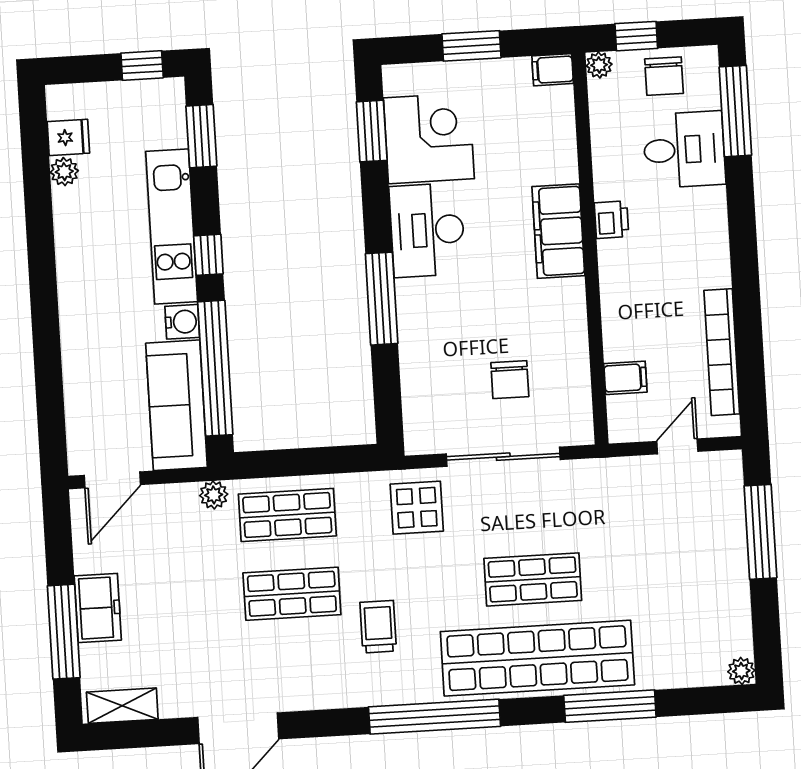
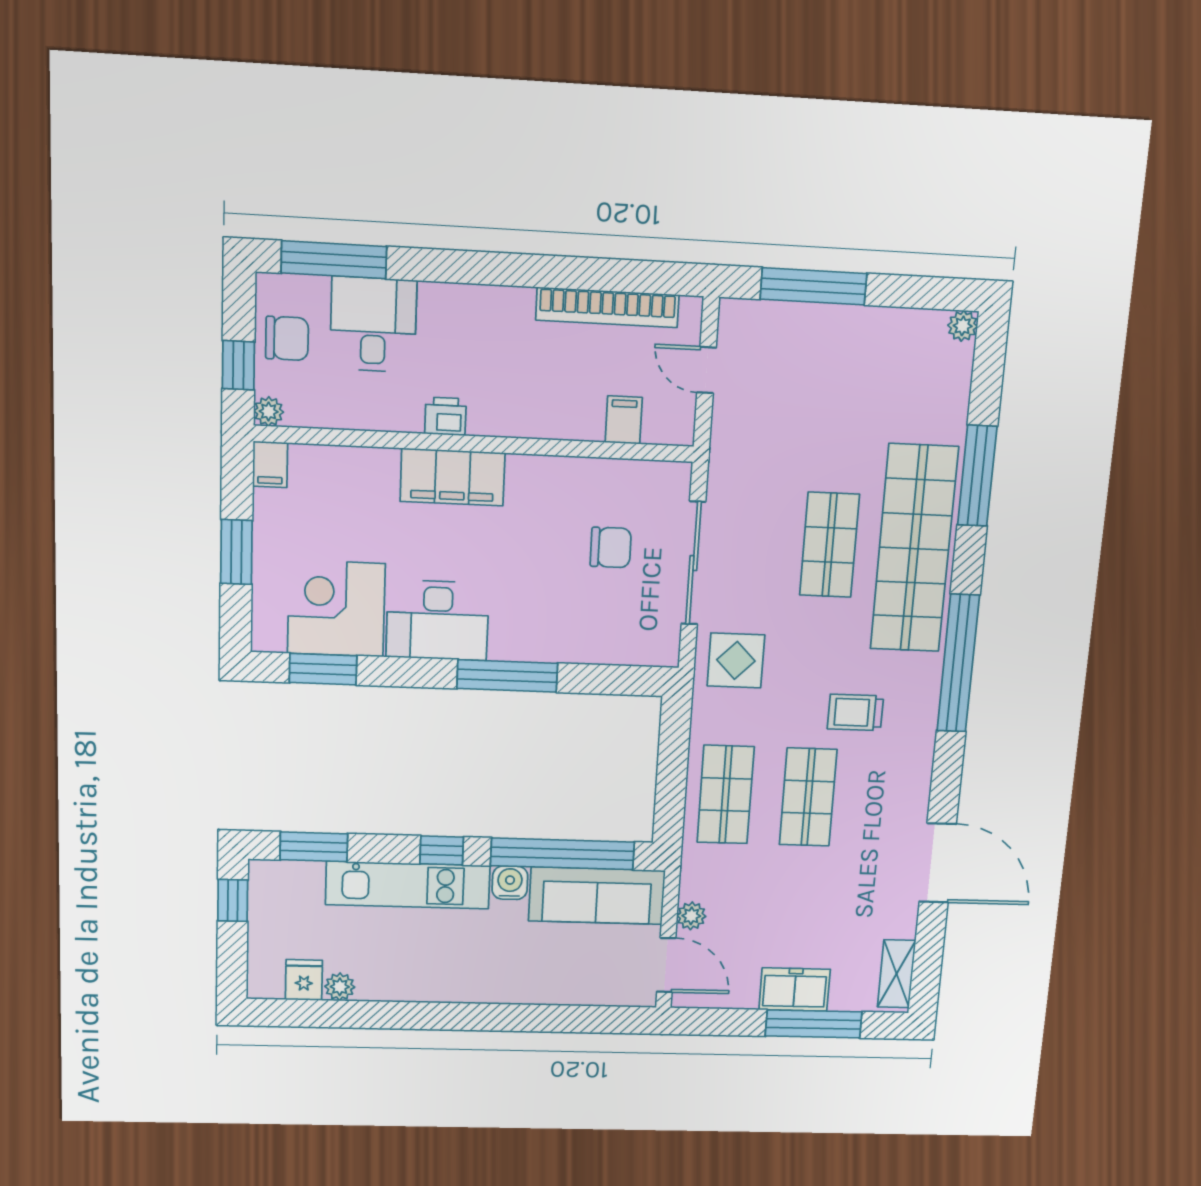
plant: (214, 495) -> (691, 916), moved

